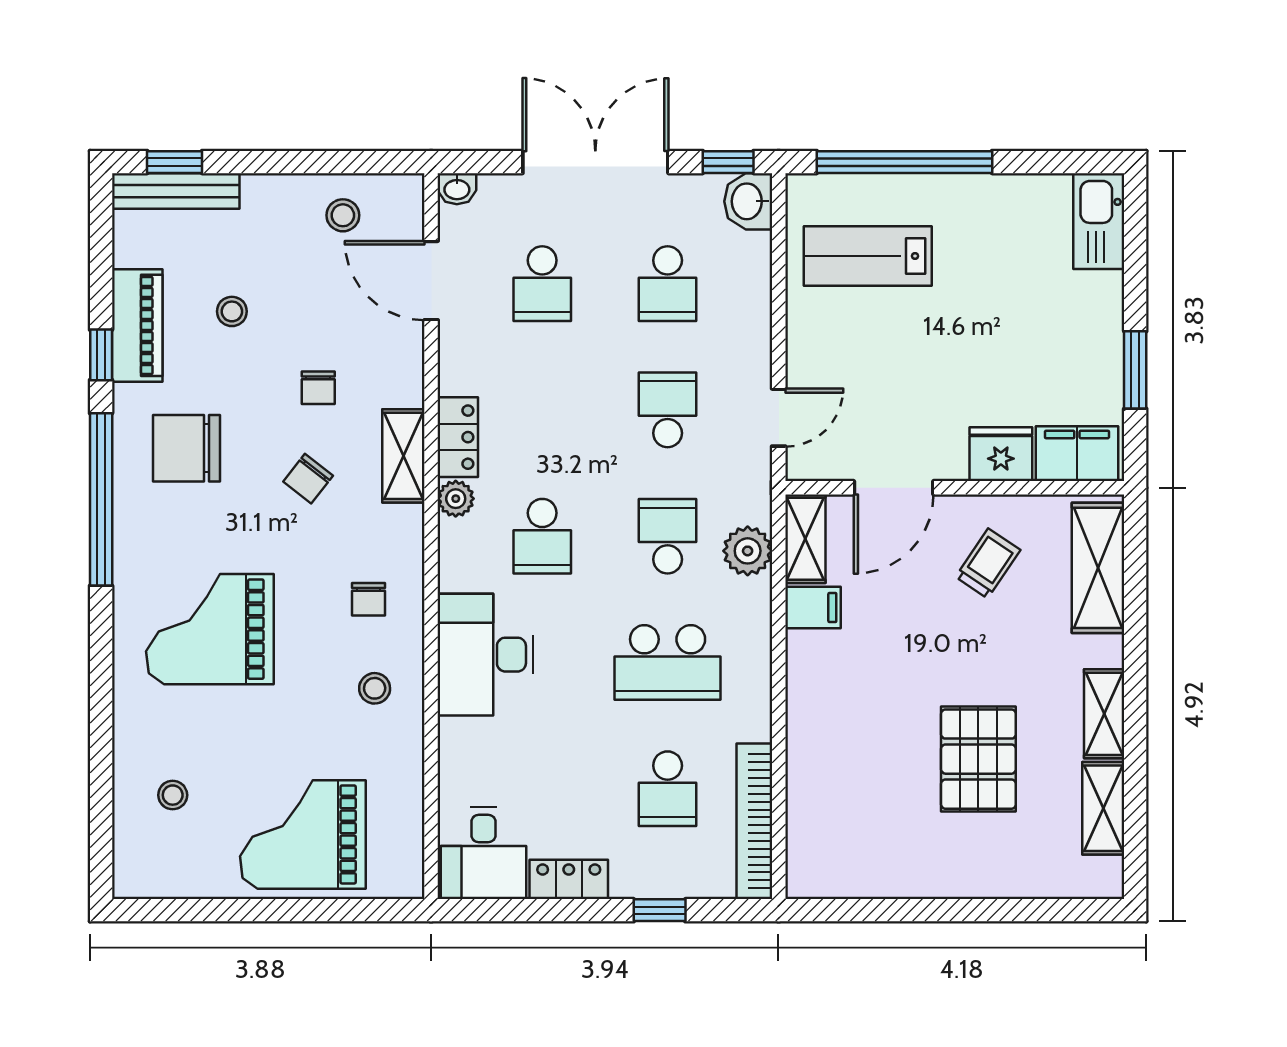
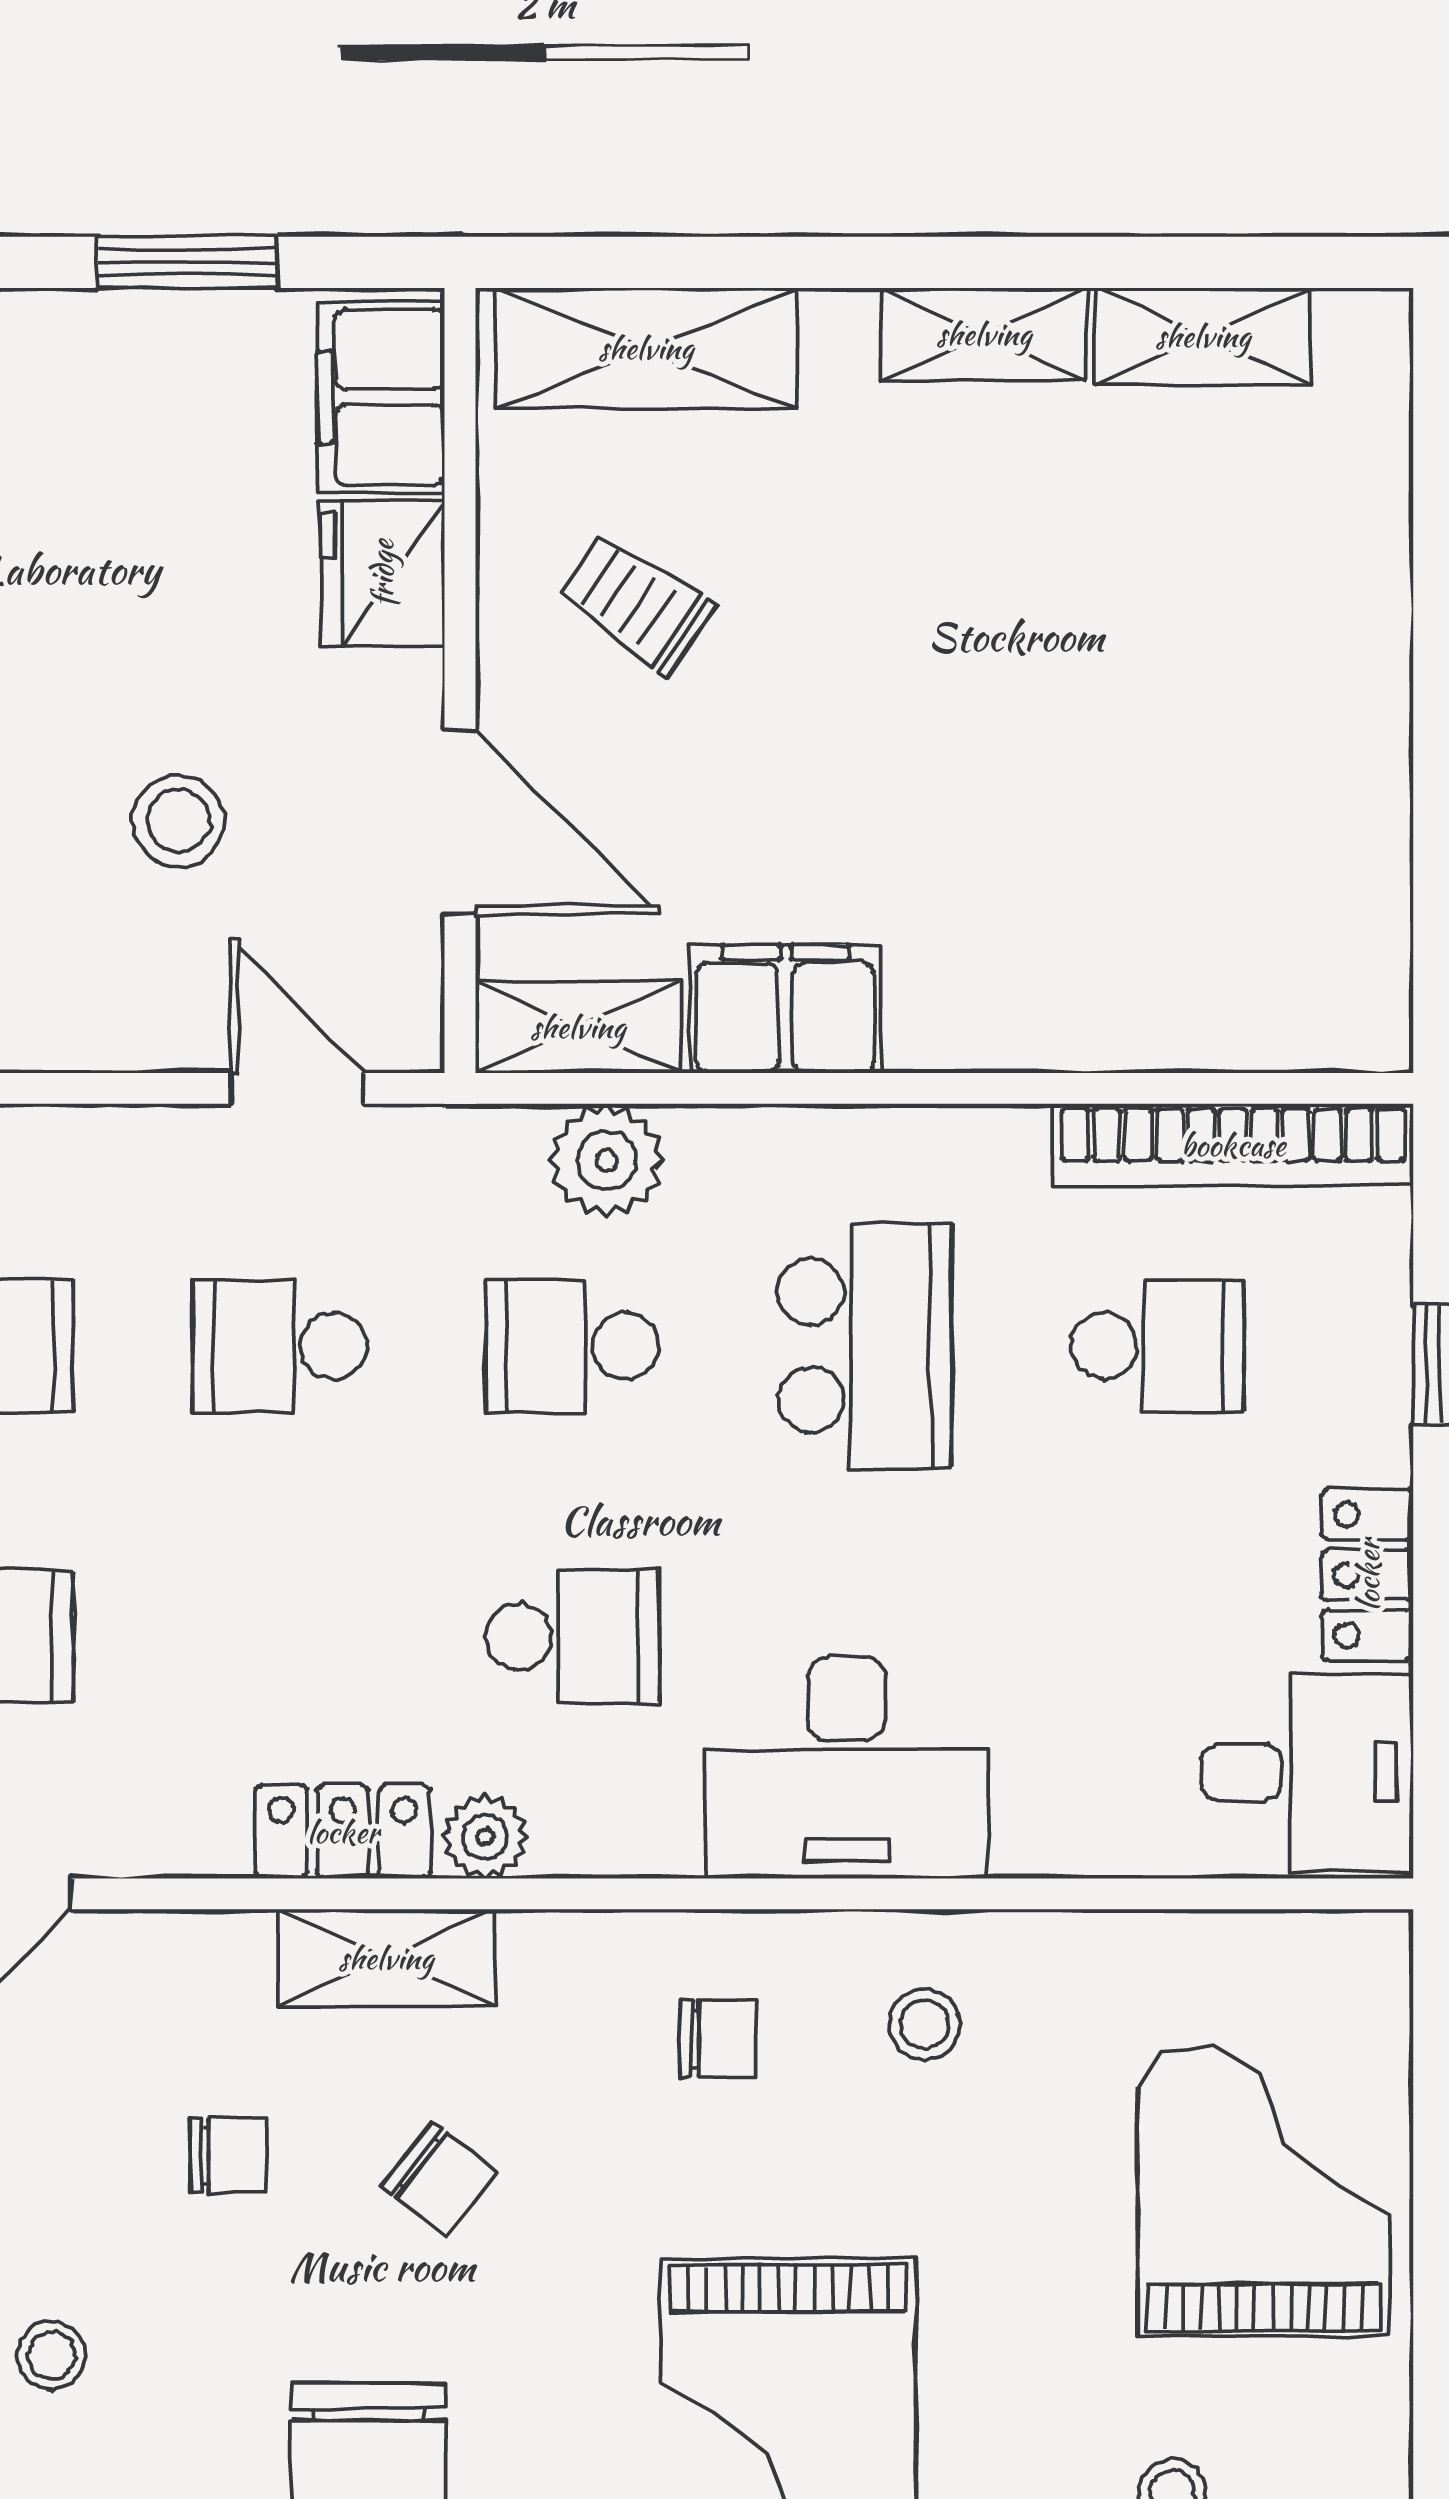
stool: (894, 366) -> (178, 821), added
filing cabinet: (813, 607) -> (786, 1009), width x2.00
pallet: (978, 759) -> (1089, 625), removed
grand piano: (303, 834) -> (1263, 2191), turned 180

